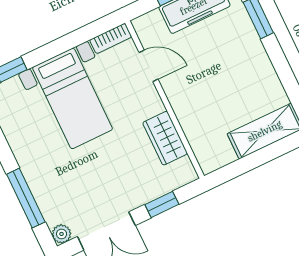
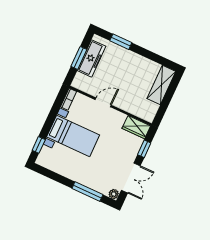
door: (149, 66) -> (103, 102), moved
wardrobe: (165, 138) -> (136, 127), moved

